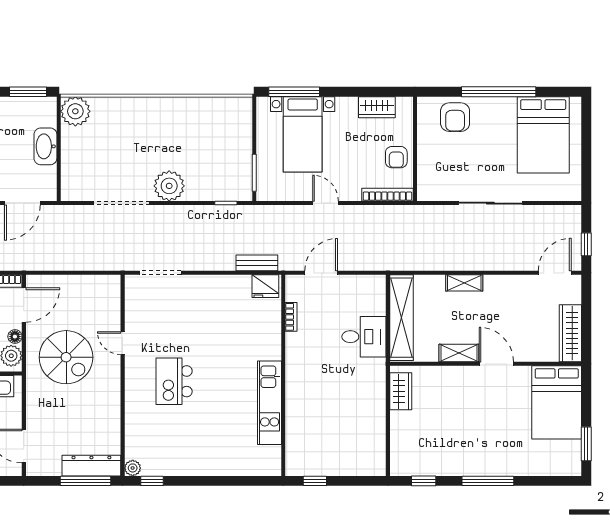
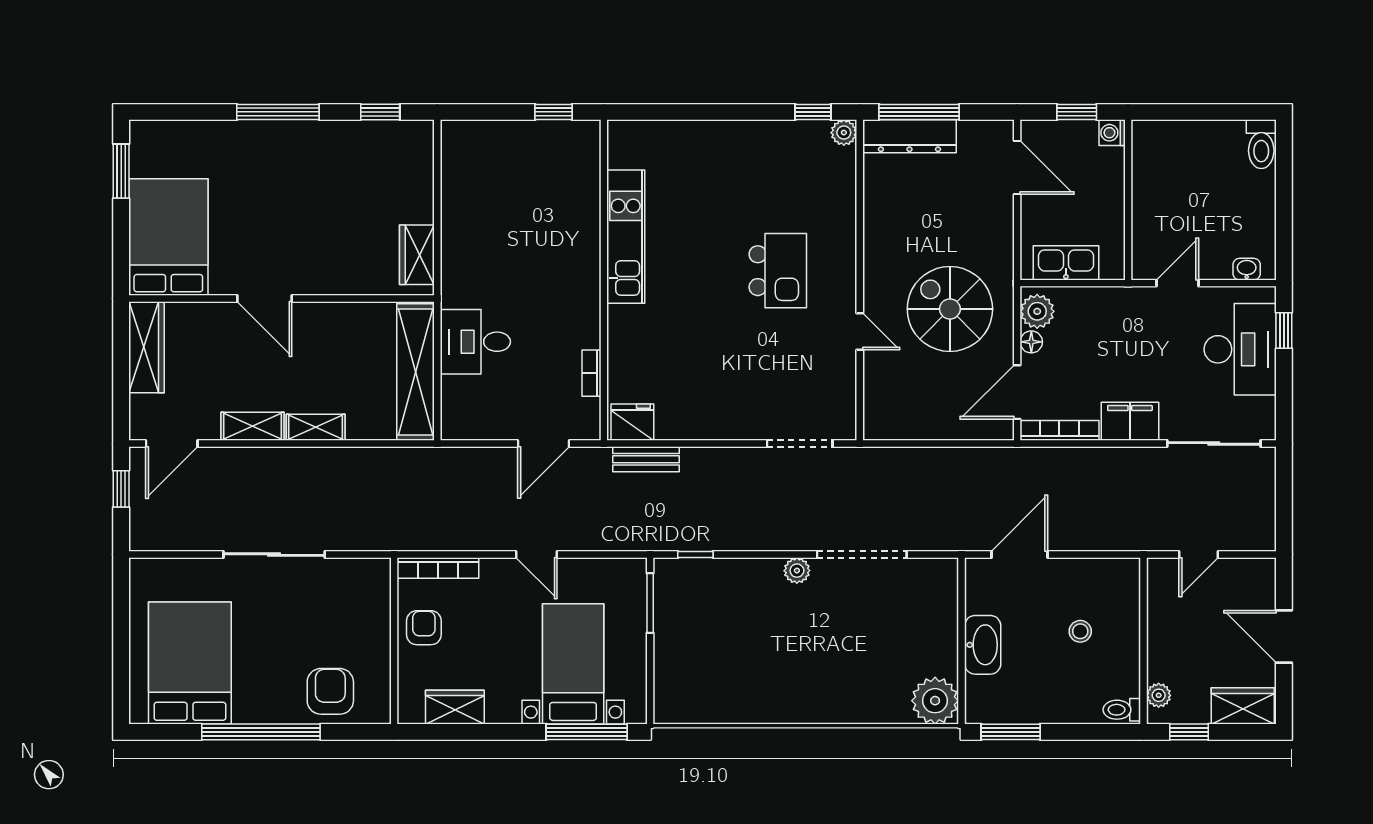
plant: (169, 186) -> (797, 571), width x0.53, depth x0.53
shelving: (459, 353) -> (253, 426), moved

